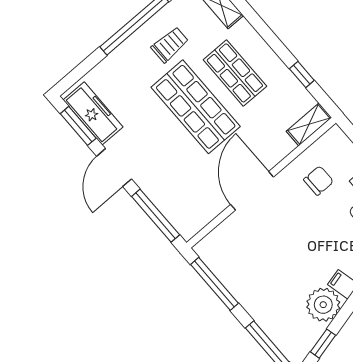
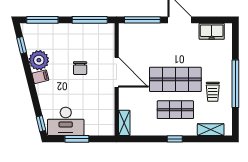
window: (302, 74) -> (175, 139), moved
freezer: (93, 113) -> (212, 31), width x0.71
window: (78, 126) -> (212, 20), removed
chair: (319, 181) -> (80, 68), moved

